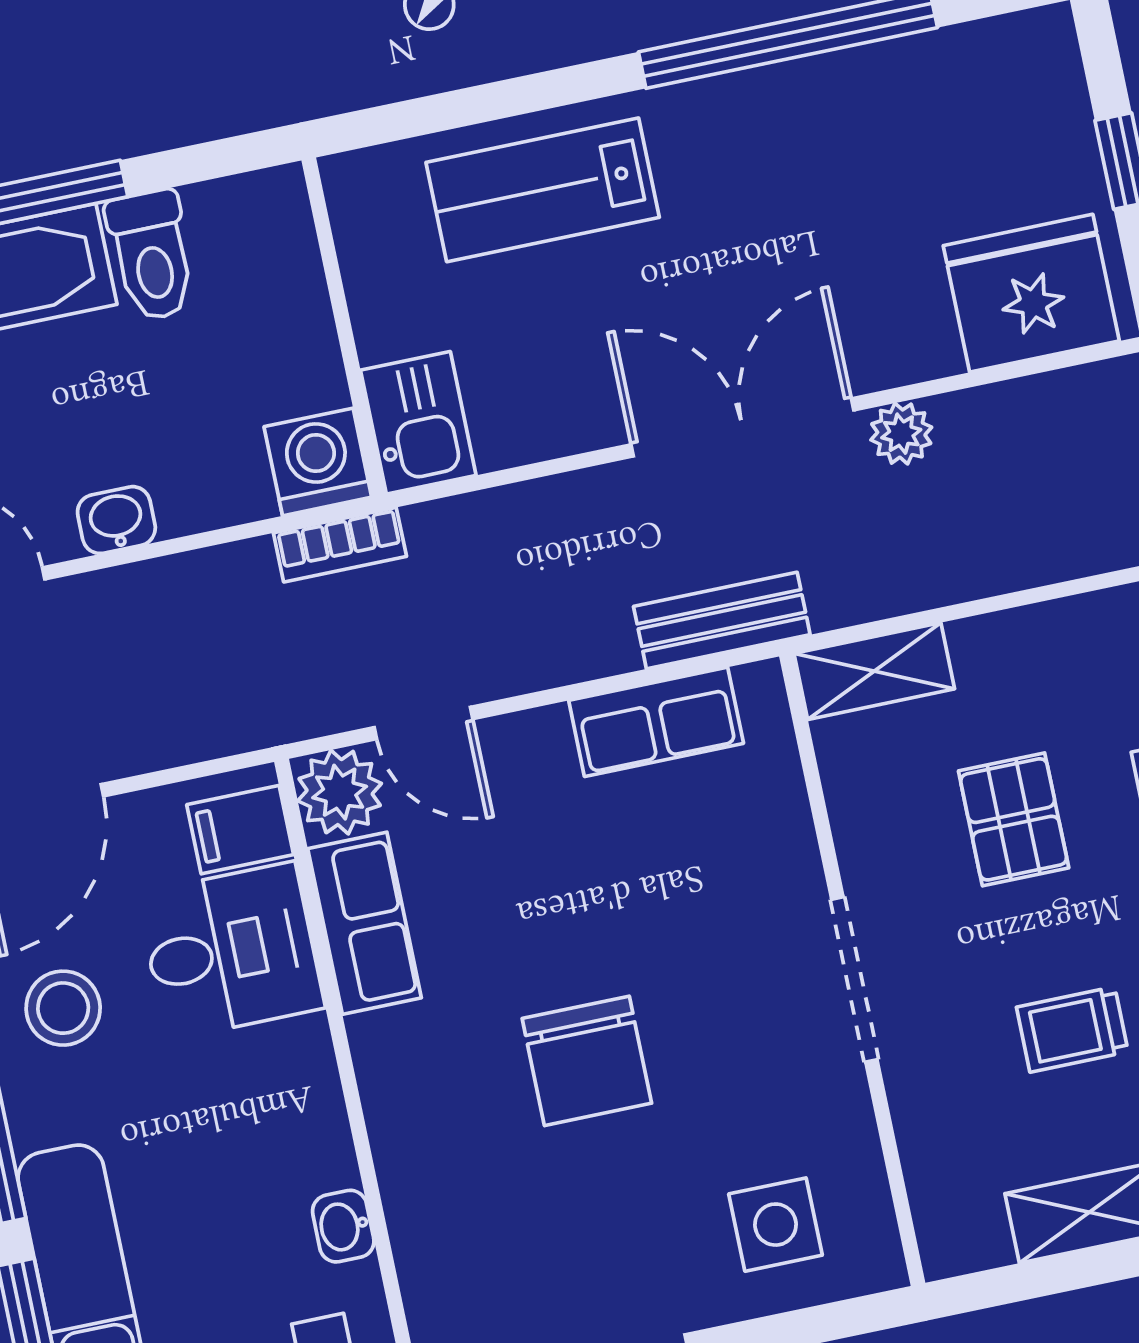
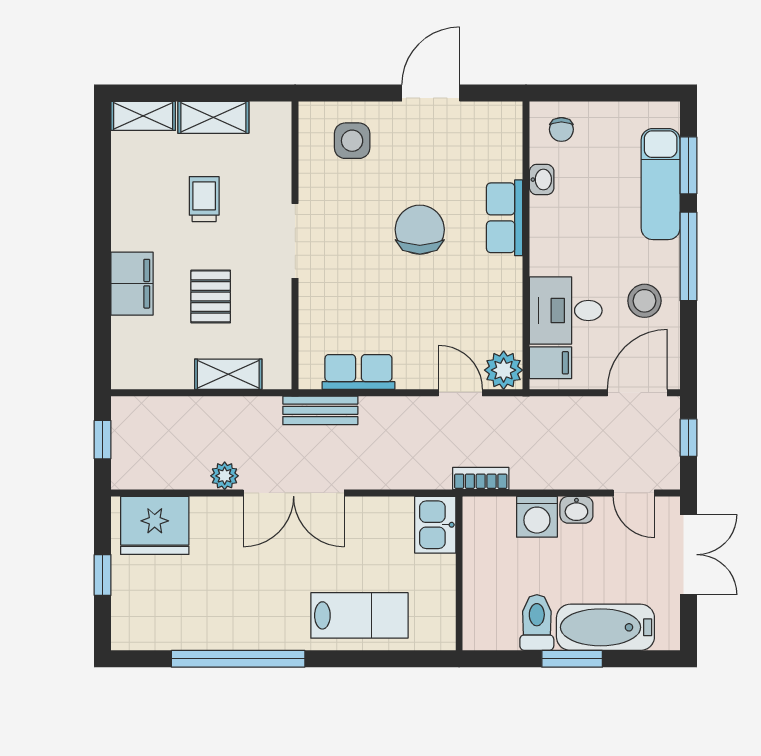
washing machine: (318, 462) -> (537, 517), moved
shelving: (874, 671) -> (228, 374), moved
row of seats: (365, 923) -> (505, 218), moved
trolley: (1072, 1029) -> (204, 199), turned -90

